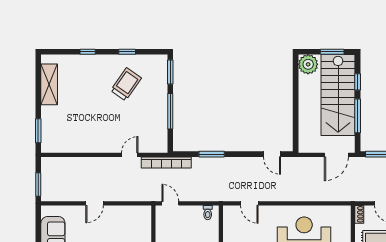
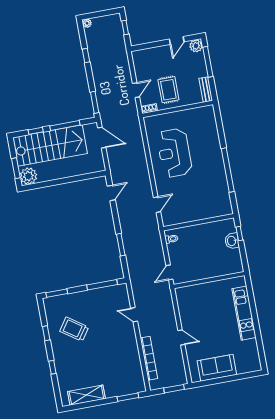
window: (332, 52) -> (16, 168), moved
window: (170, 111) -> (102, 285), moved
bookcase: (166, 163) -> (149, 358), moved

